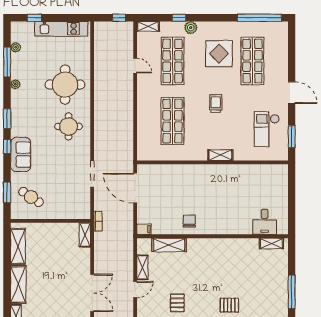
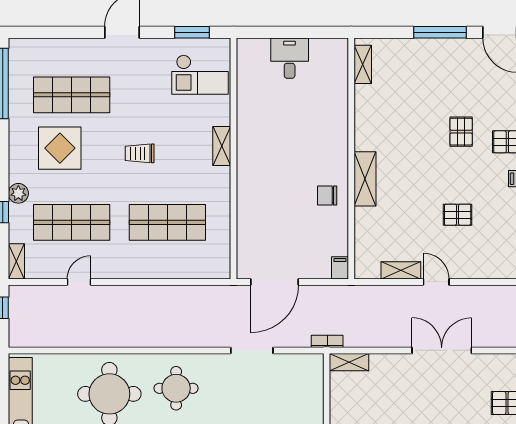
checkout: (267, 129) -> (200, 75), moved
desk: (265, 222) -> (290, 58), moved, turned -90
shelving: (169, 245) -> (365, 179), moved

